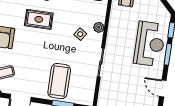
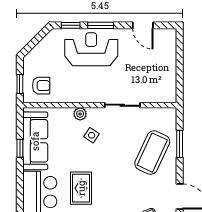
coffee table: (59, 81) -> (152, 153), turned -65
door: (163, 89) -> (143, 25), hinge flipped

